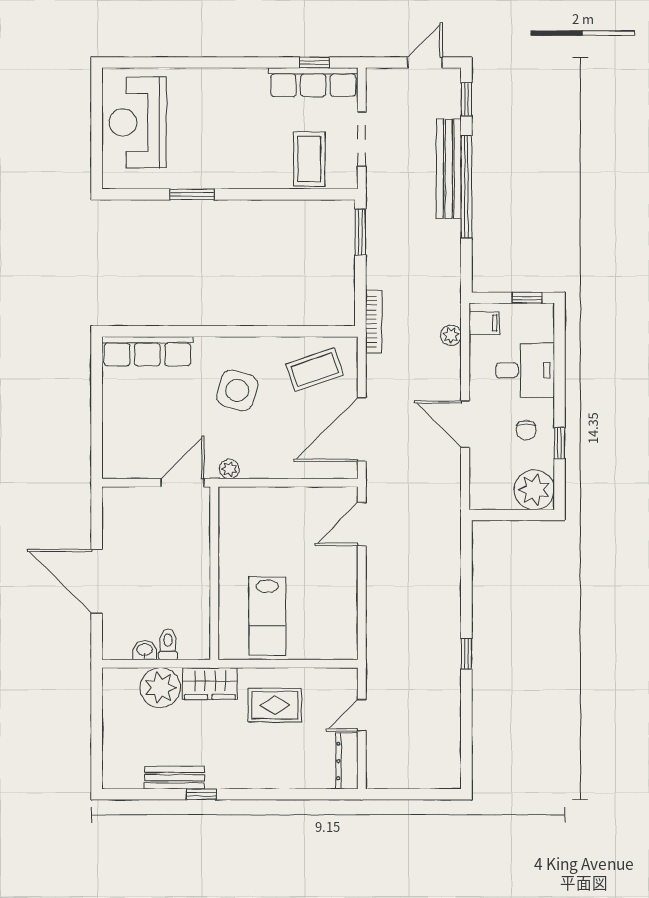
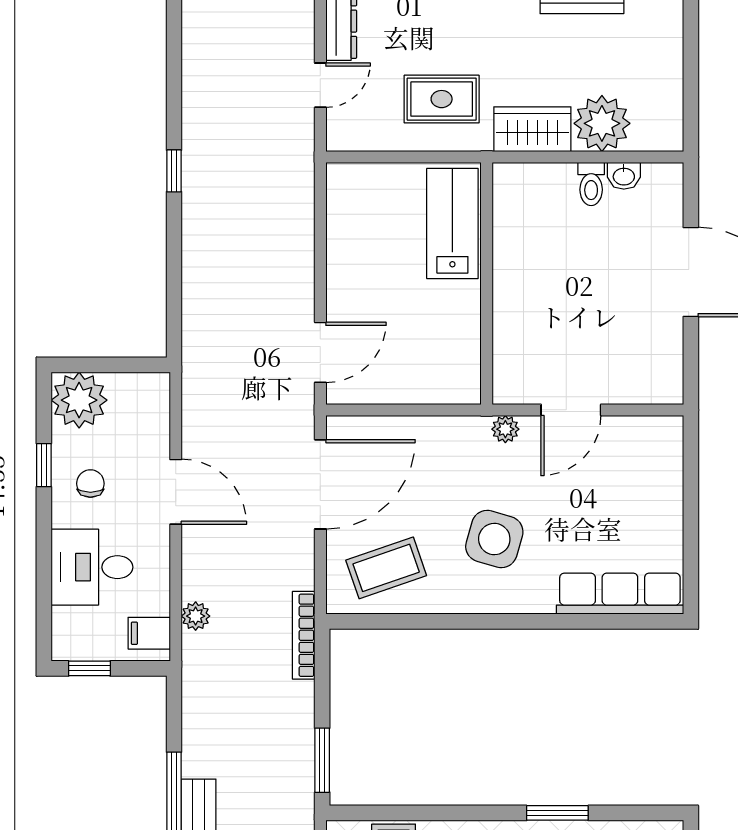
wall: (214, 573) -> (487, 283), moved

